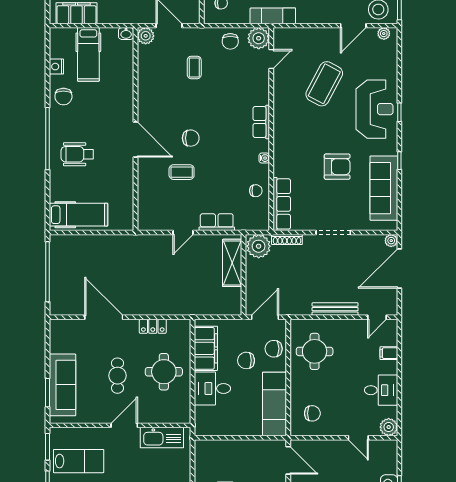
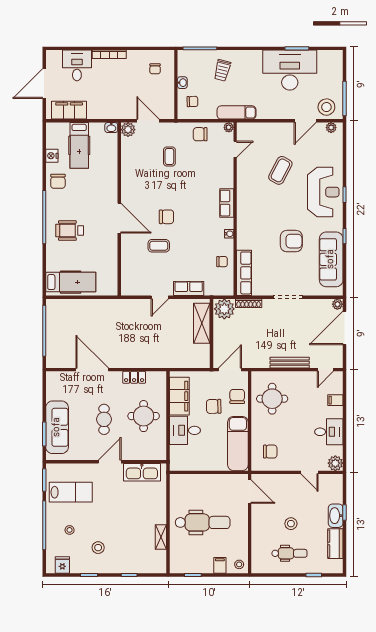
plant: (259, 38) -> (229, 127), width x0.53, depth x0.53
chair: (230, 41) -> (200, 134), turned 90
coffee table: (324, 84) -> (280, 170), width x0.73, depth x0.76
chair: (274, 349) -> (237, 396), turned 90

